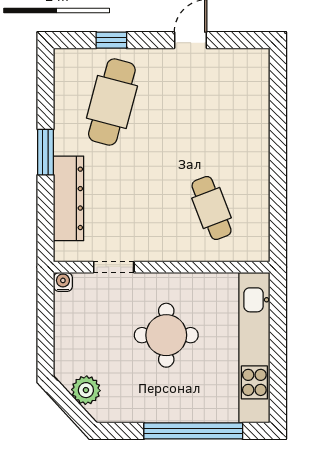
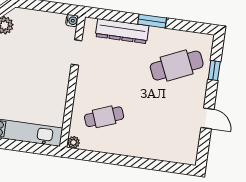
cafe table: (112, 102) -> (177, 66), turned -39
plant: (260, 252) -> (73, 142), added
round table: (166, 335) -> (31, 79), removed

